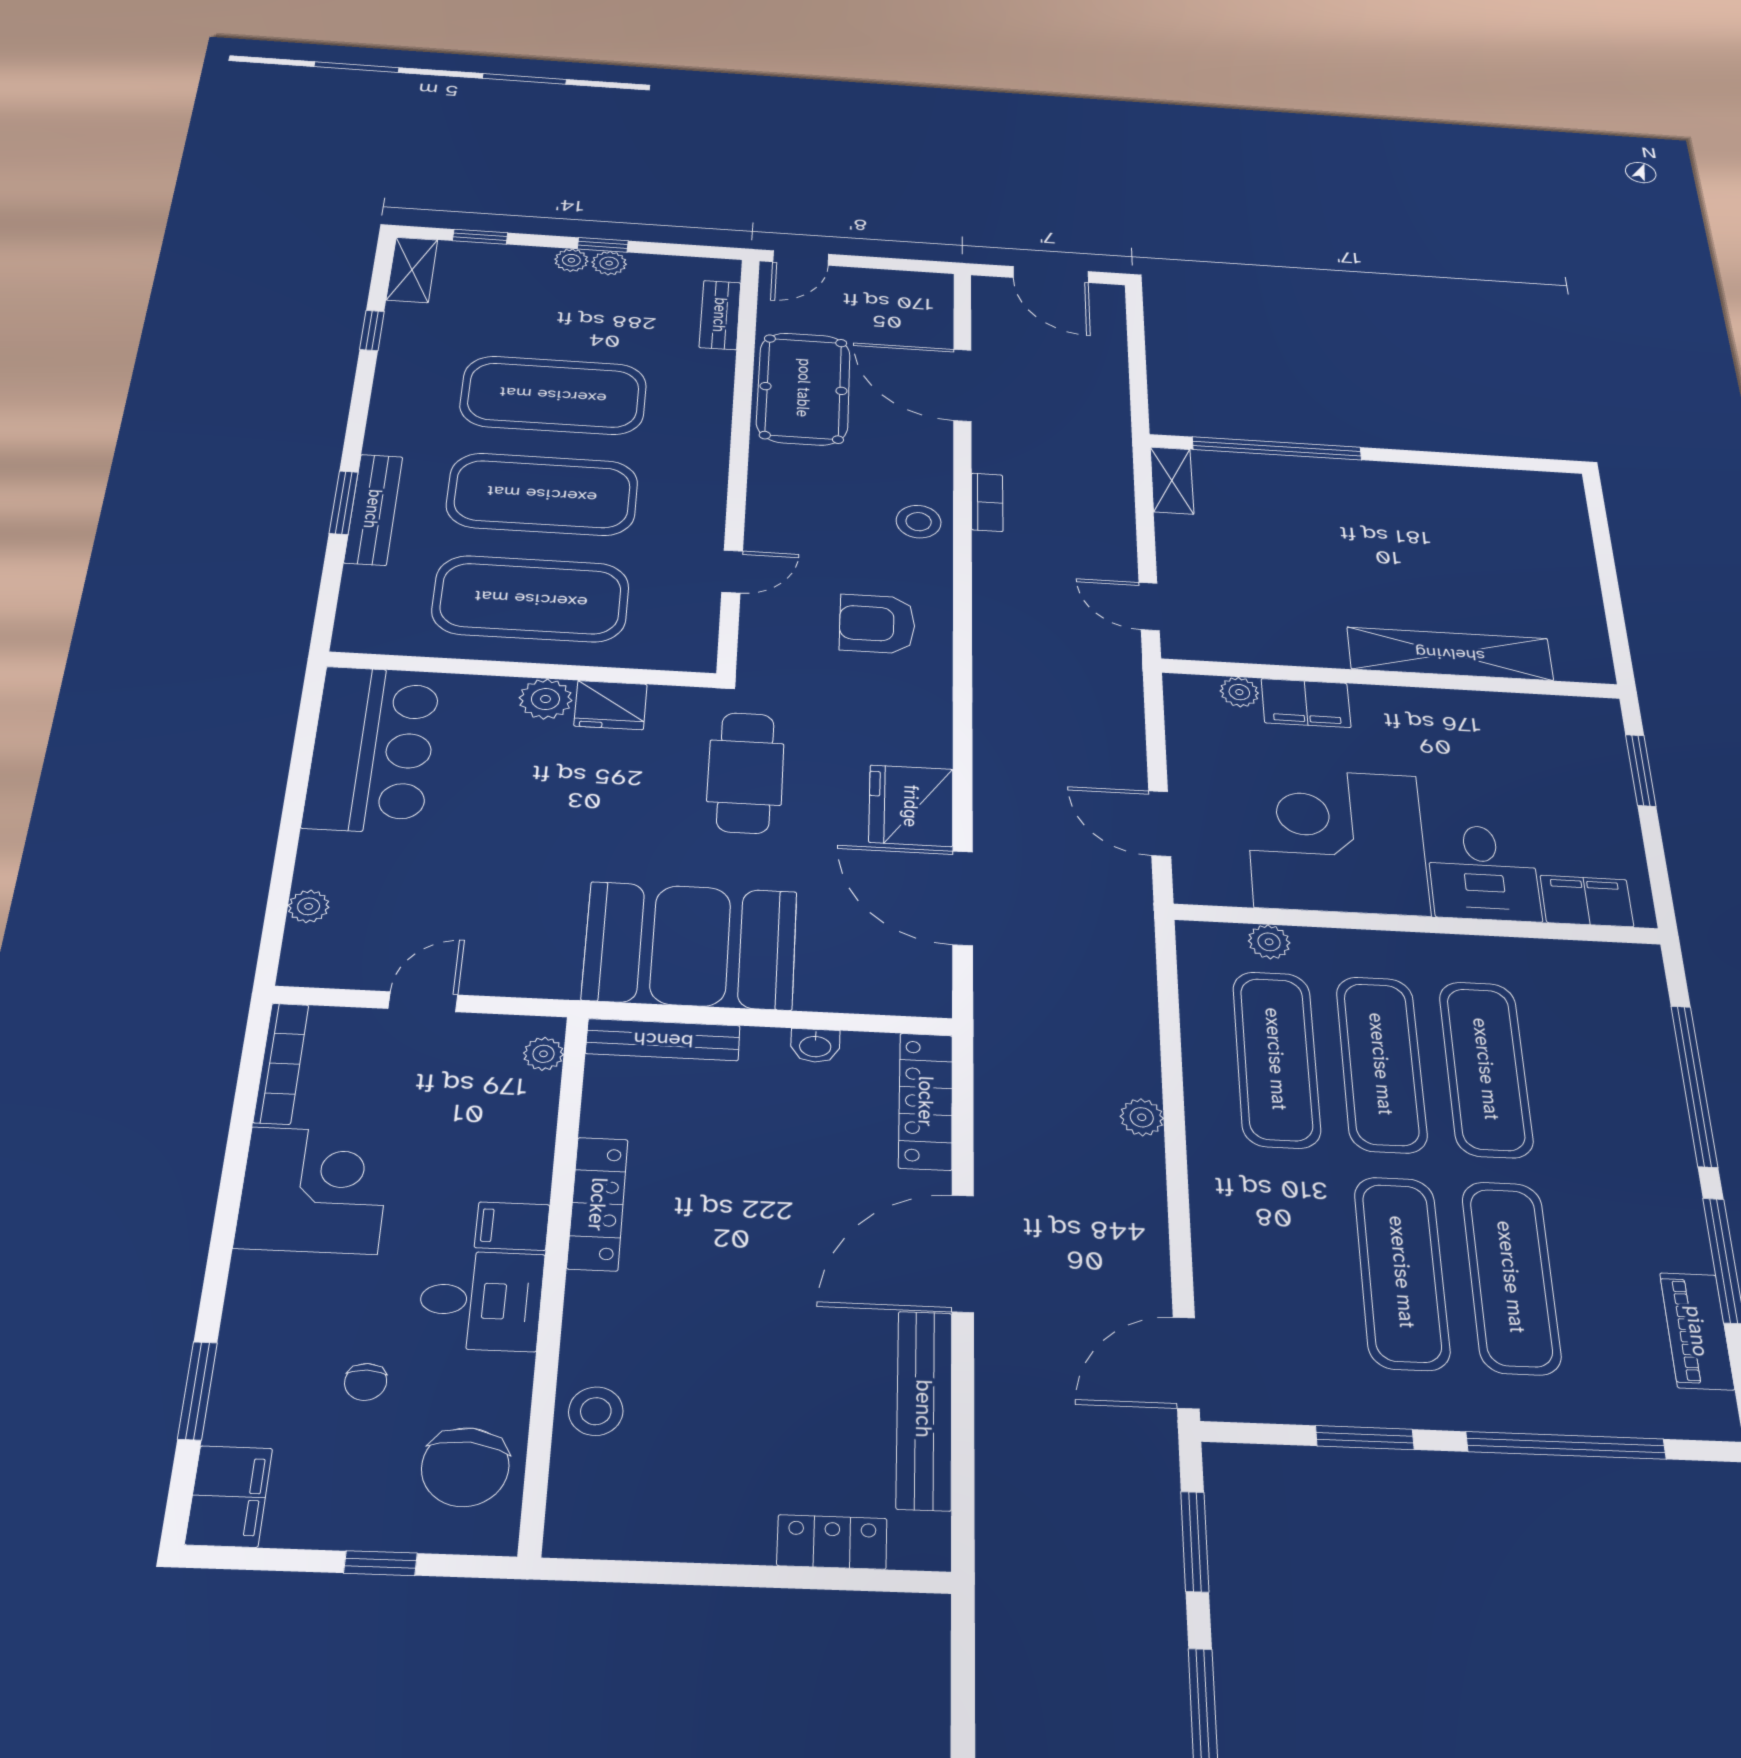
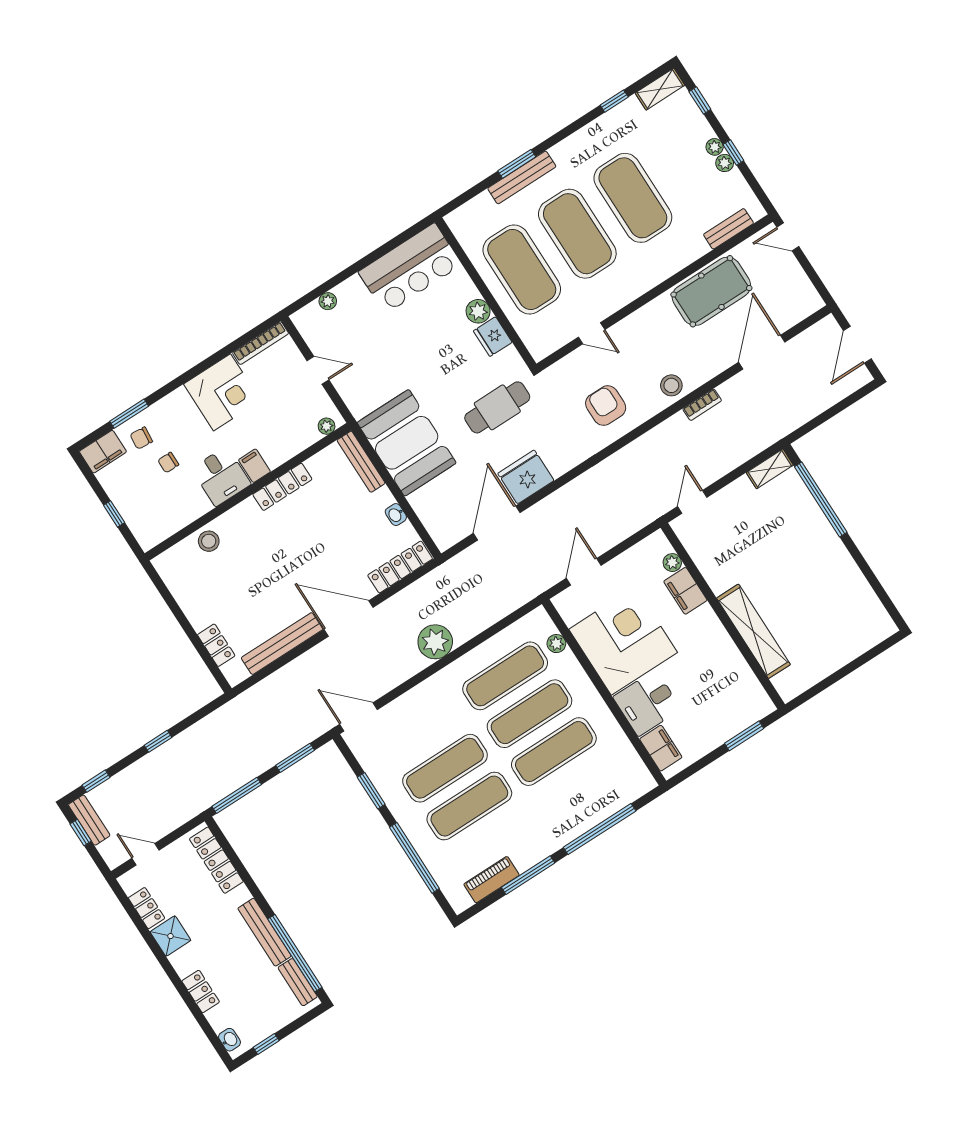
plant: (1142, 1117) -> (435, 642), width x1.88, depth x1.88
chair: (465, 1467) -> (141, 438), moved, width x0.54, depth x0.54

